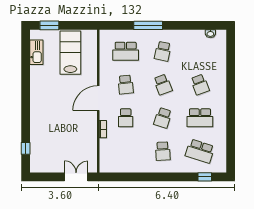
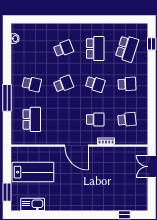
lab bench: (70, 53) -> (33, 172), turned 180
school desk: (126, 85) -> (127, 119), moved

